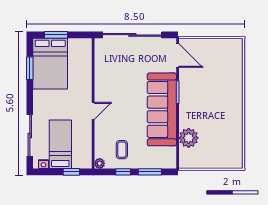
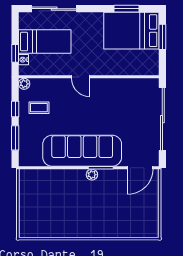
plant: (189, 138) -> (92, 175), moved, width x0.53, depth x0.53
nightstand: (43, 164) -> (23, 60), moved

